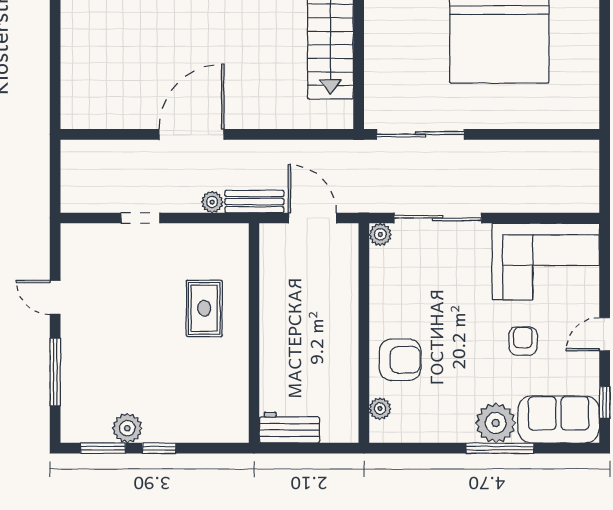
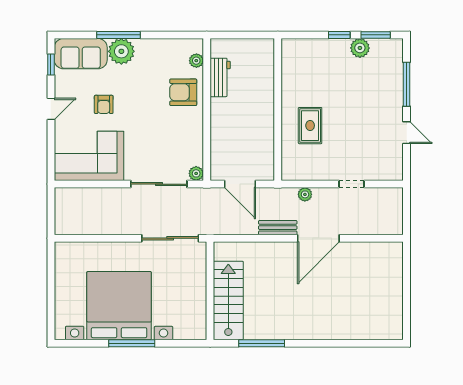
bench: (254, 202) -> (278, 228), moved
workbench: (289, 427) -> (220, 77), moved, turned -90

